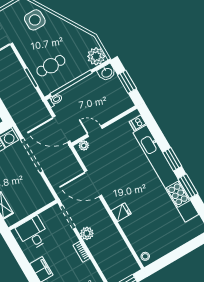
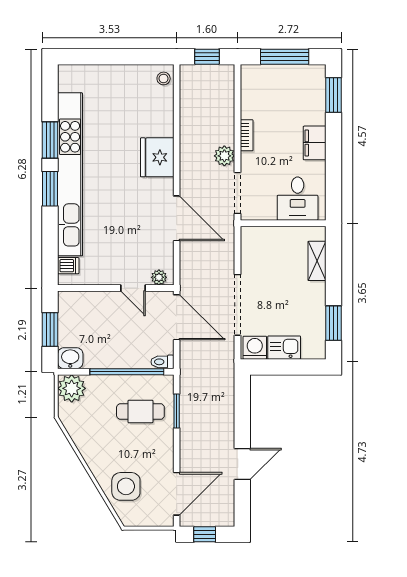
fridge: (121, 212) -> (157, 157), width x1.88, depth x1.34

